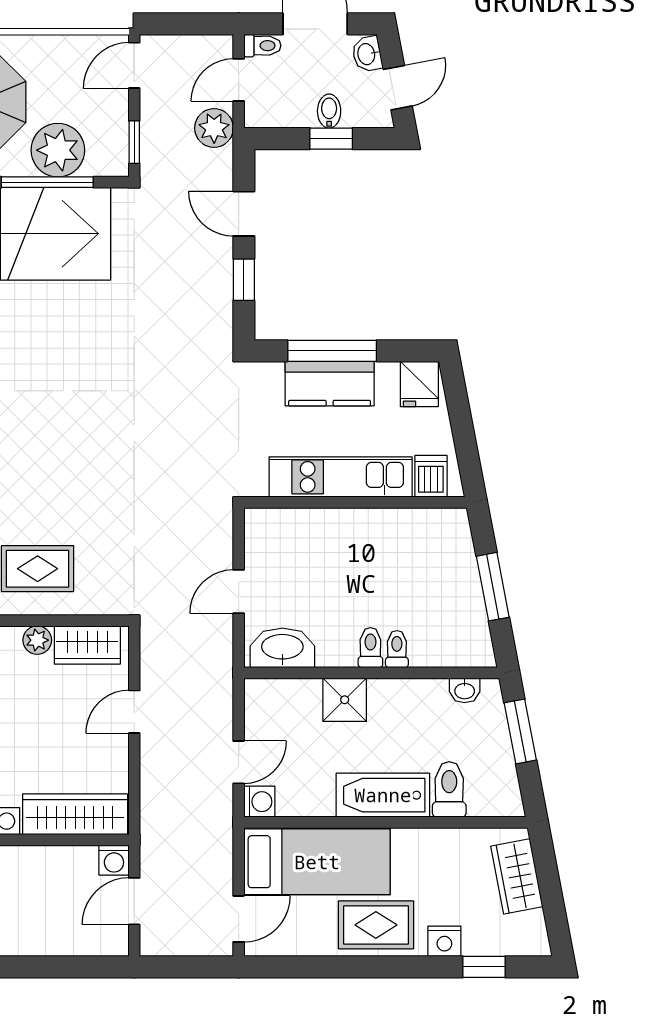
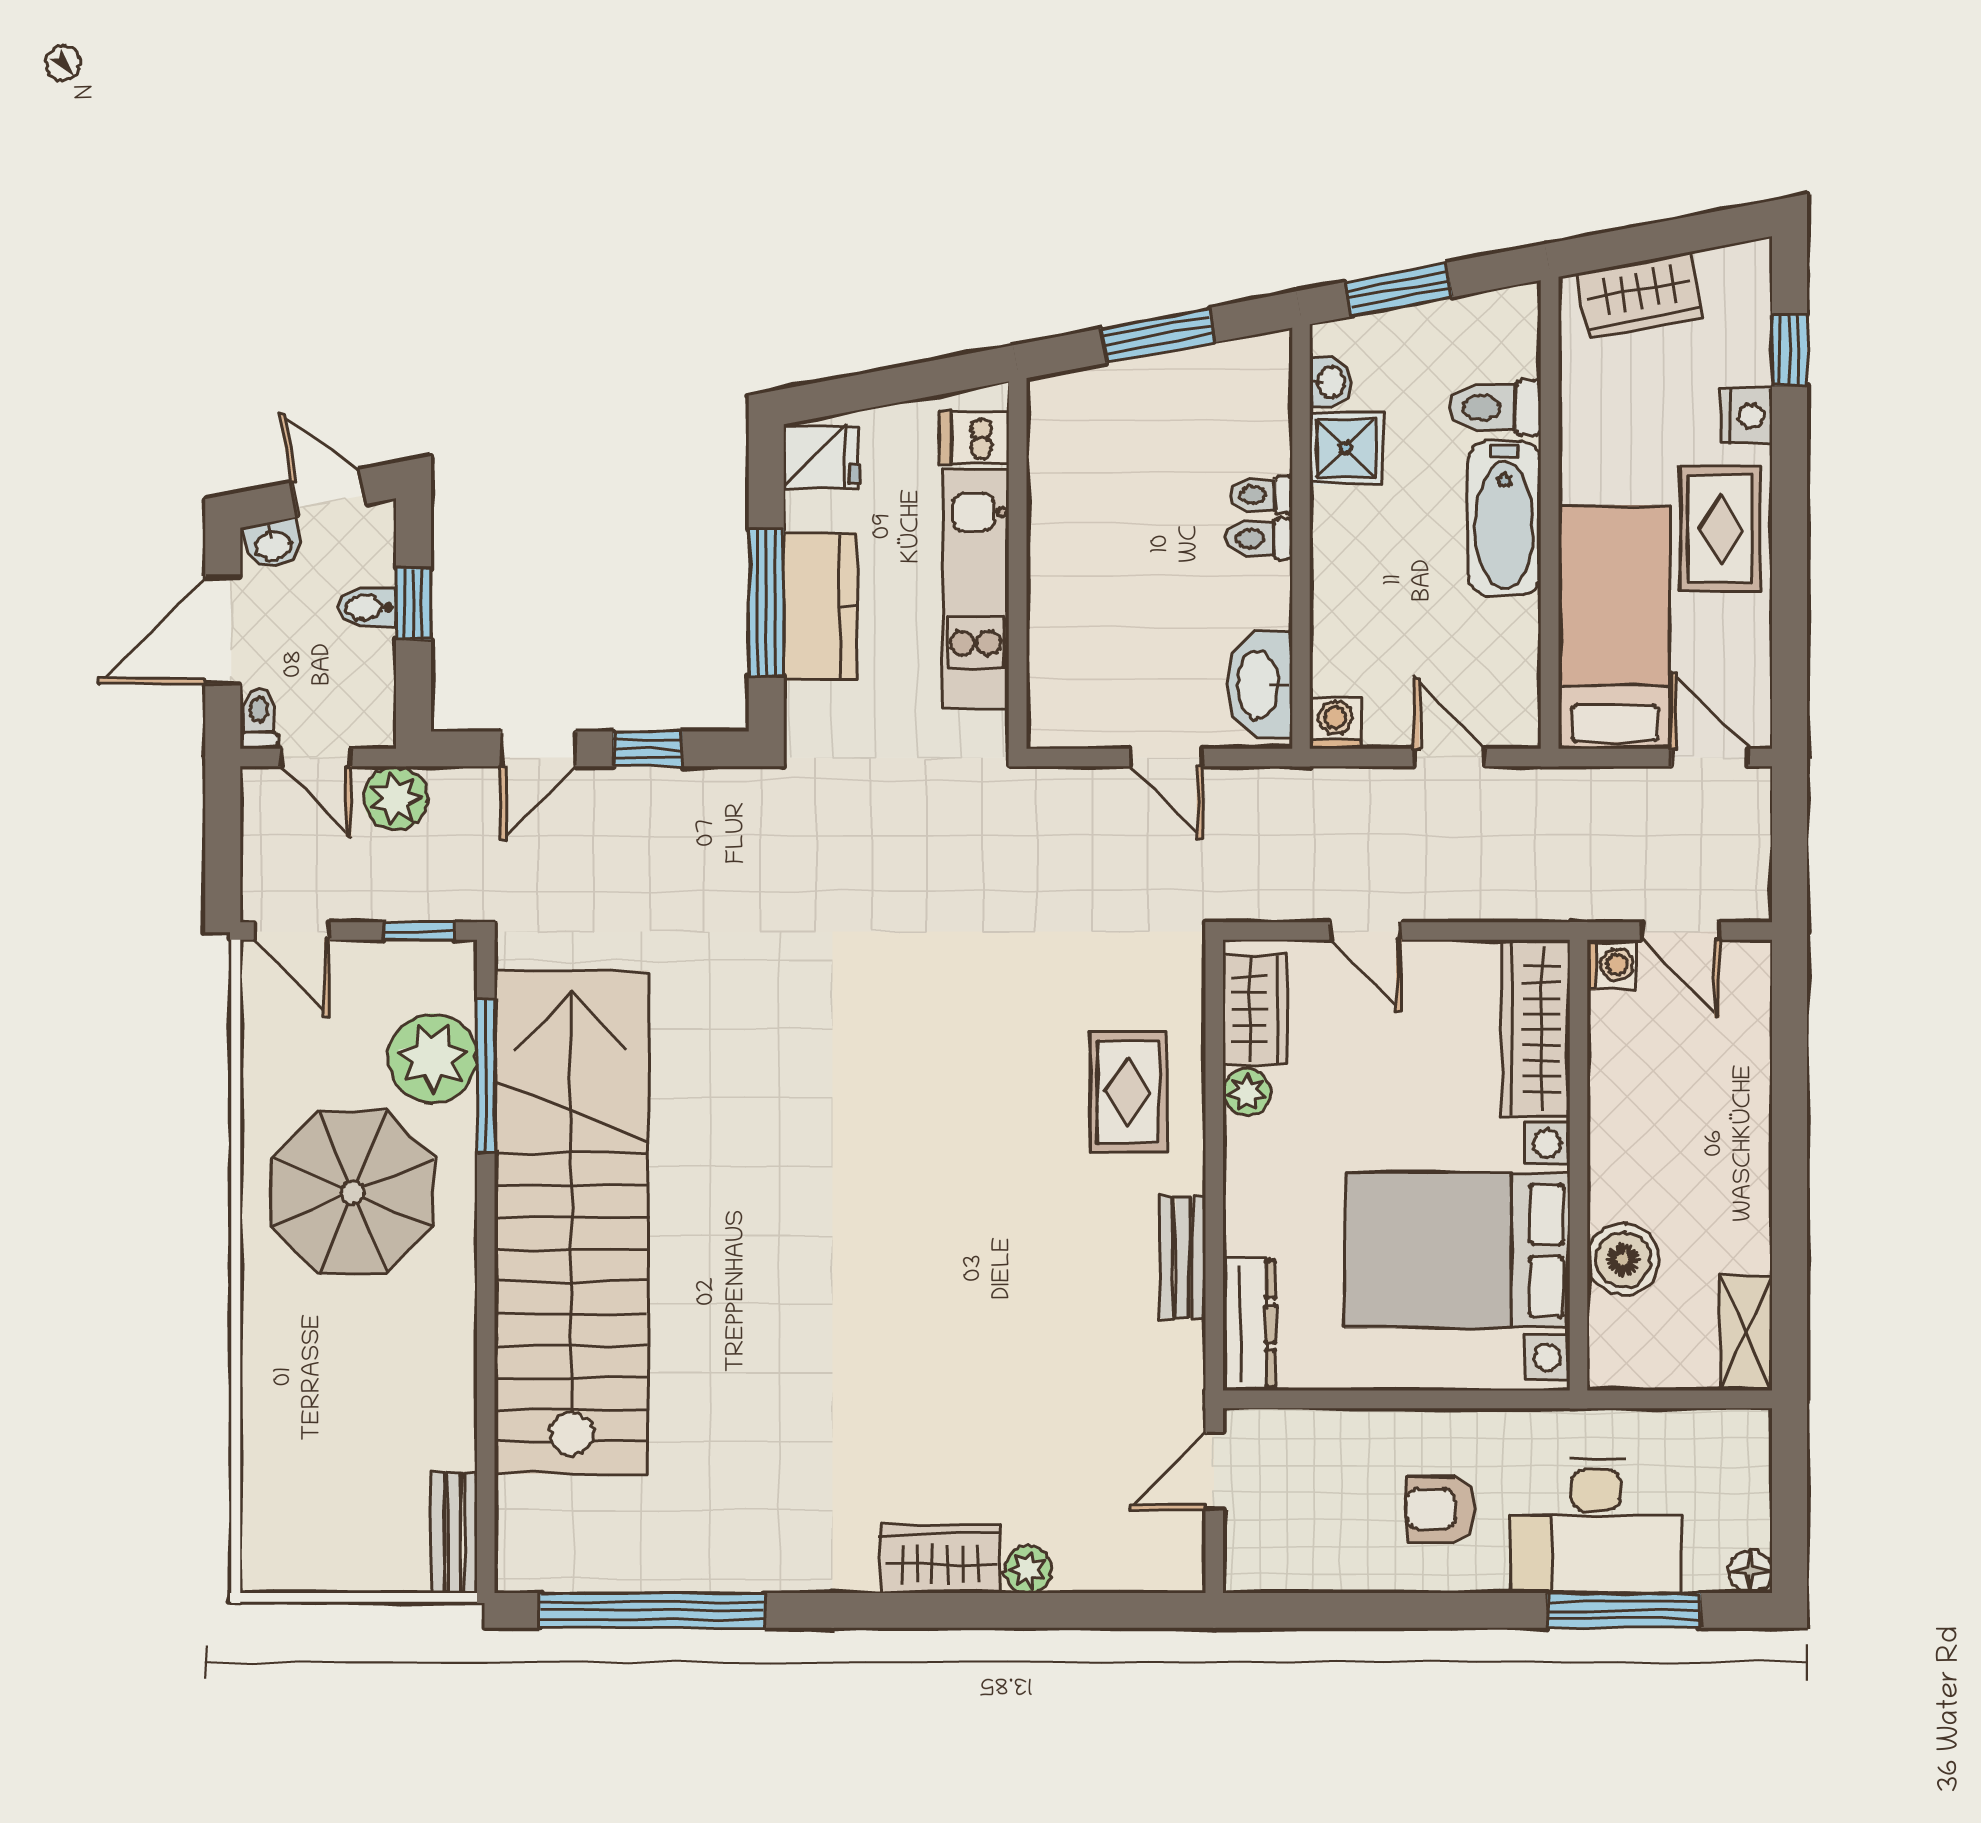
shower: (345, 700) -> (1346, 448), moved
washing machine: (259, 802) -> (1335, 723), moved

